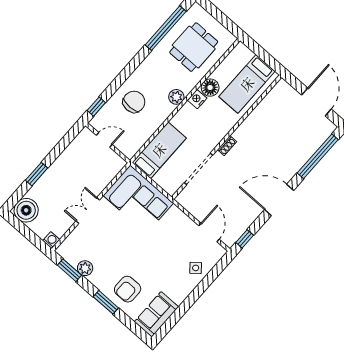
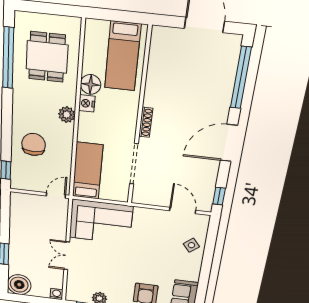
door: (104, 140) -> (56, 195), moved
shoe rack: (227, 146) -> (146, 122), width x1.43

